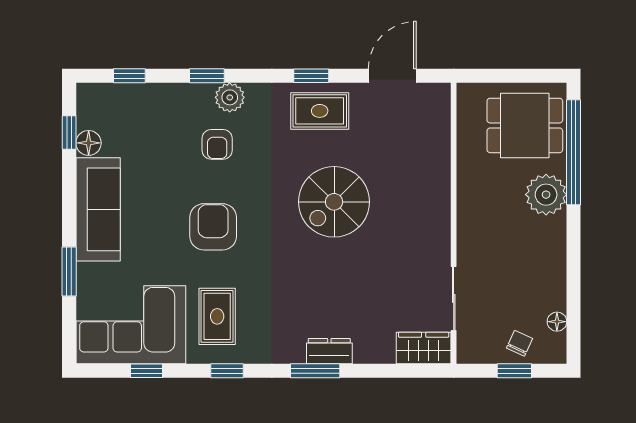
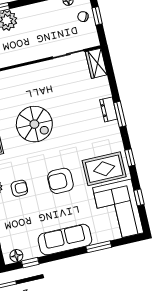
floor lamp: (89, 143) -> (16, 256), moved
rug: (217, 316) -> (104, 169), width x1.36, depth x1.43

